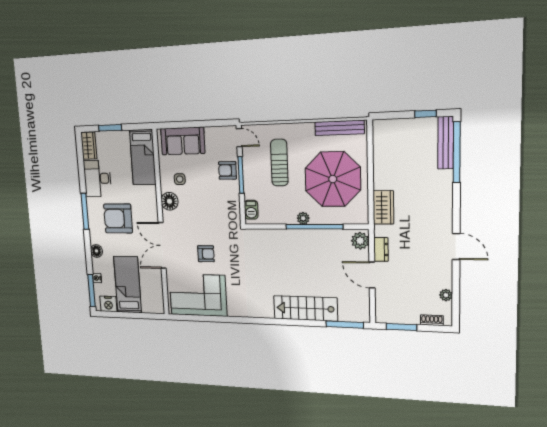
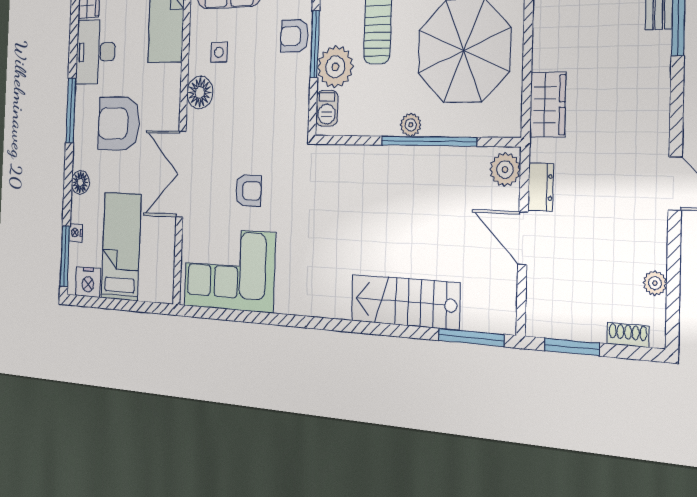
plant: (255, 187) -> (335, 67), added

